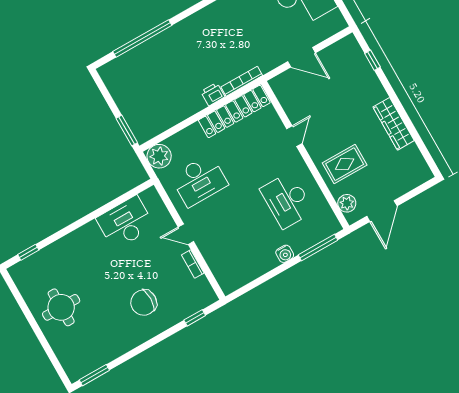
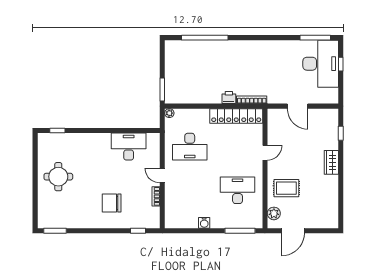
wardrobe: (394, 124) -> (331, 162), moved, width x0.67
plant: (159, 156) -> (169, 113), width x0.53, depth x0.53
desk: (287, 200) -> (238, 190), turned 90
water cooler: (285, 254) -> (204, 223), moved

